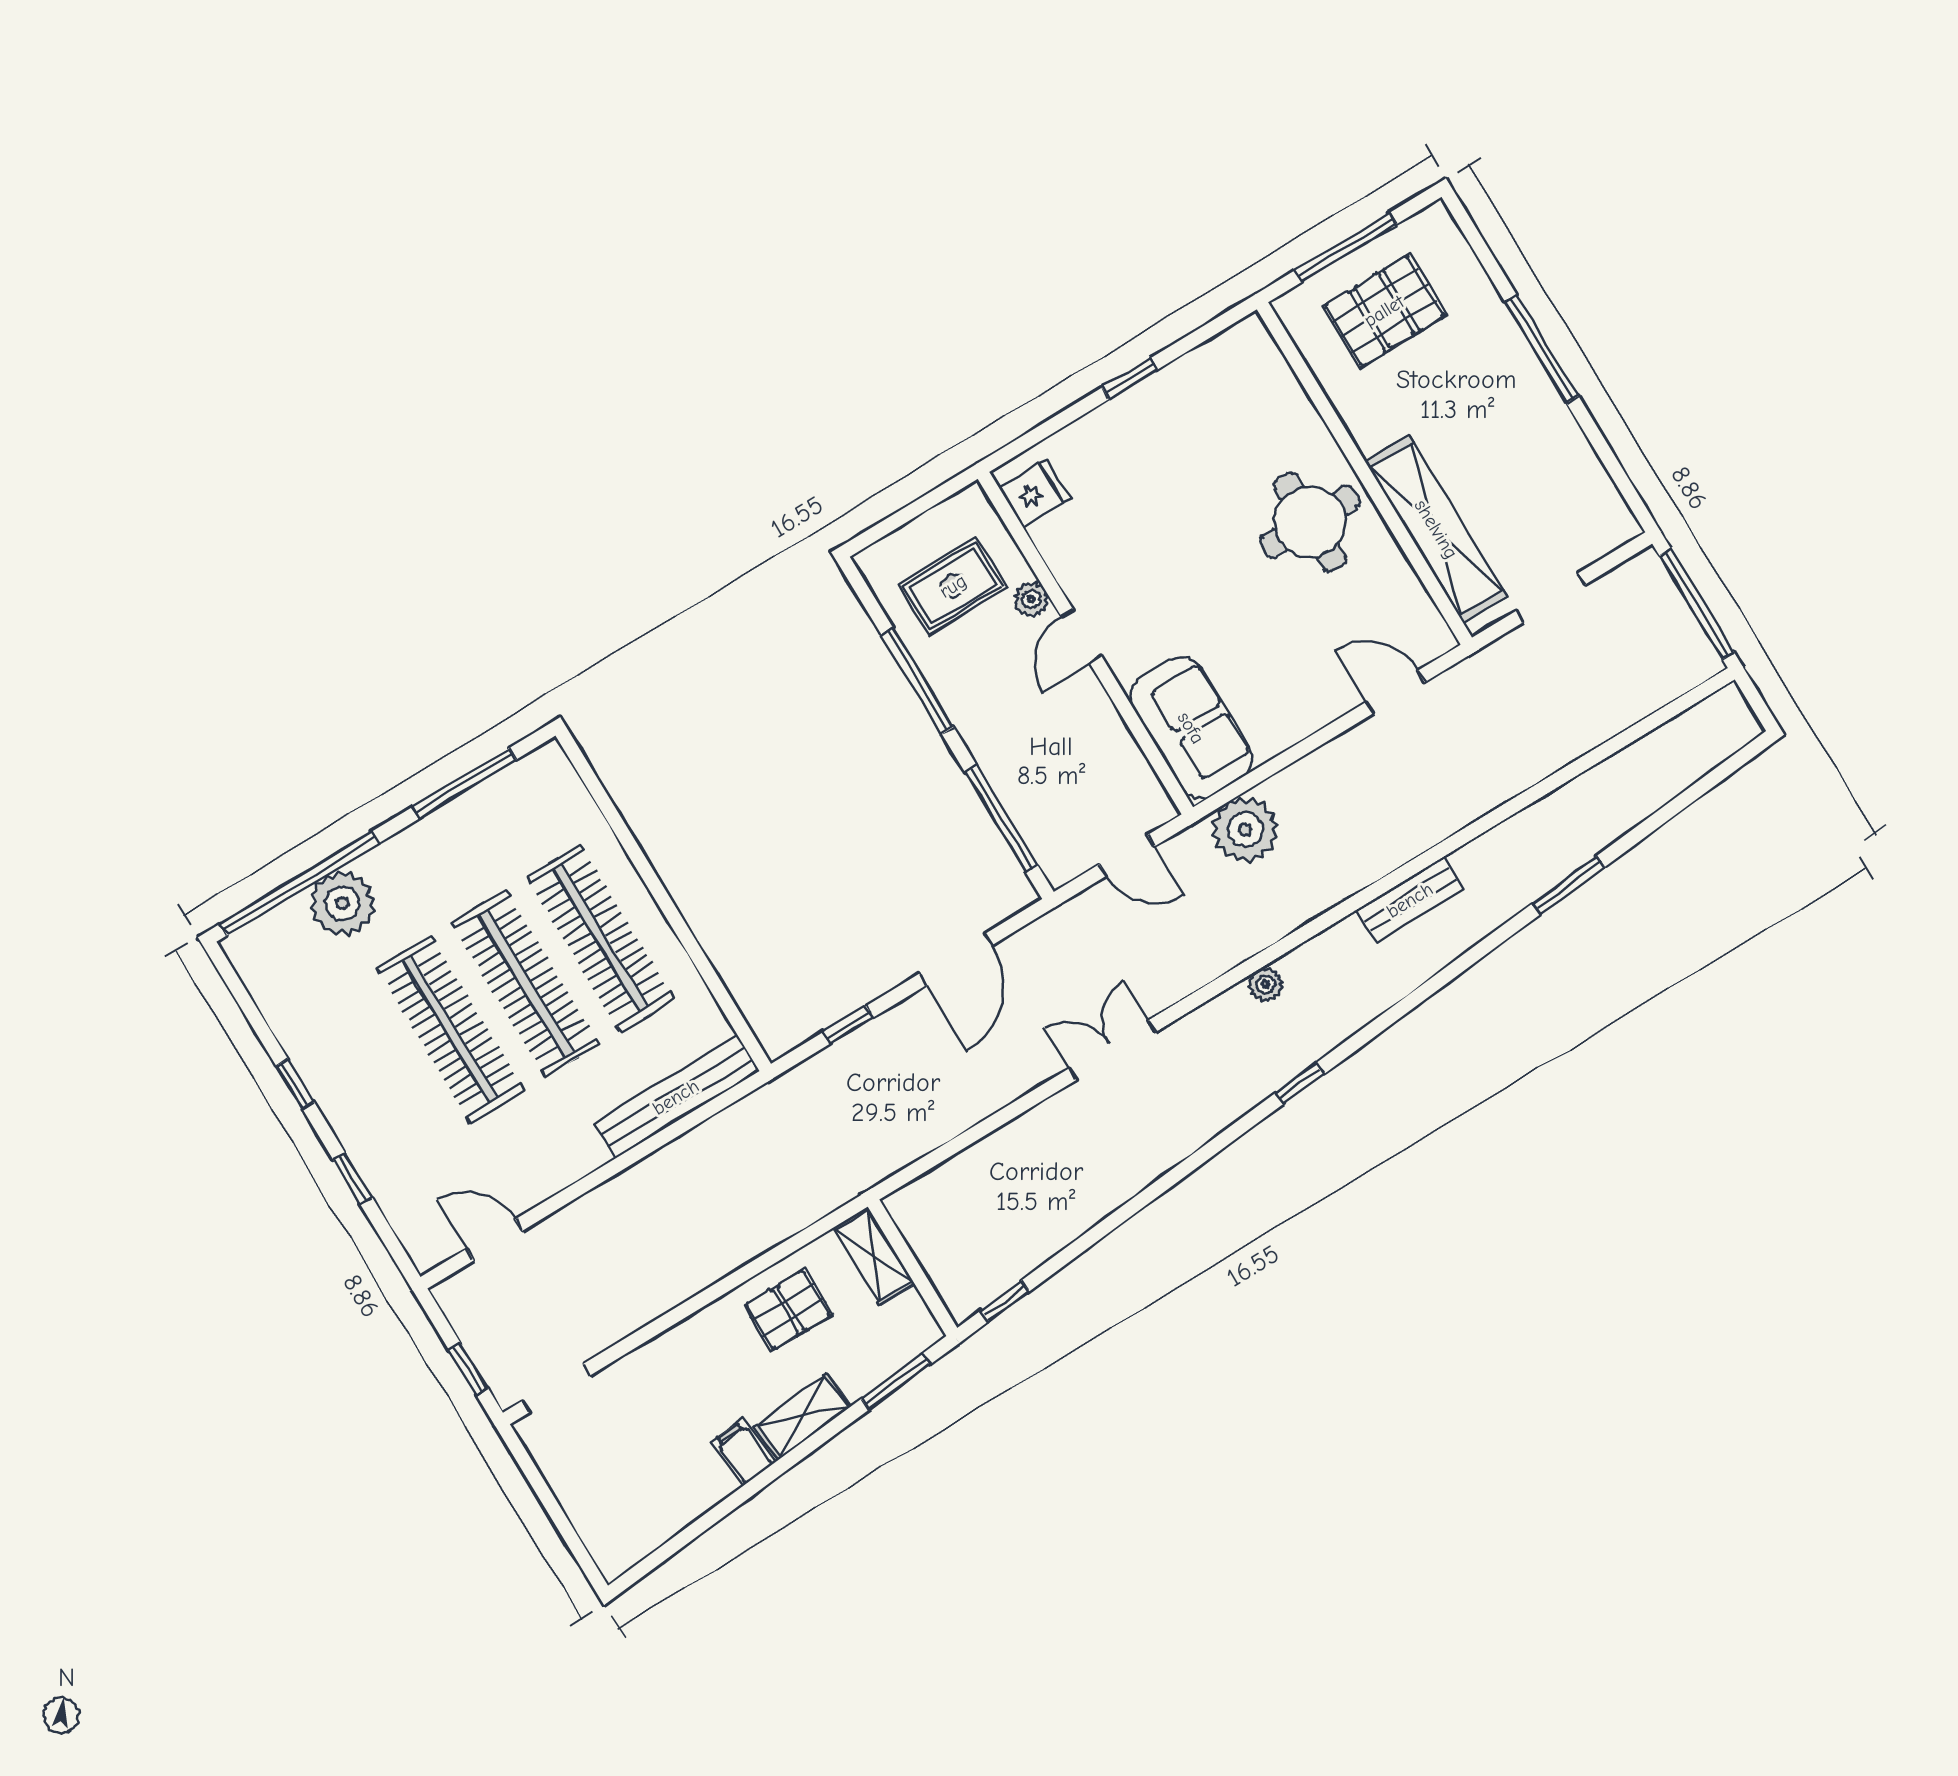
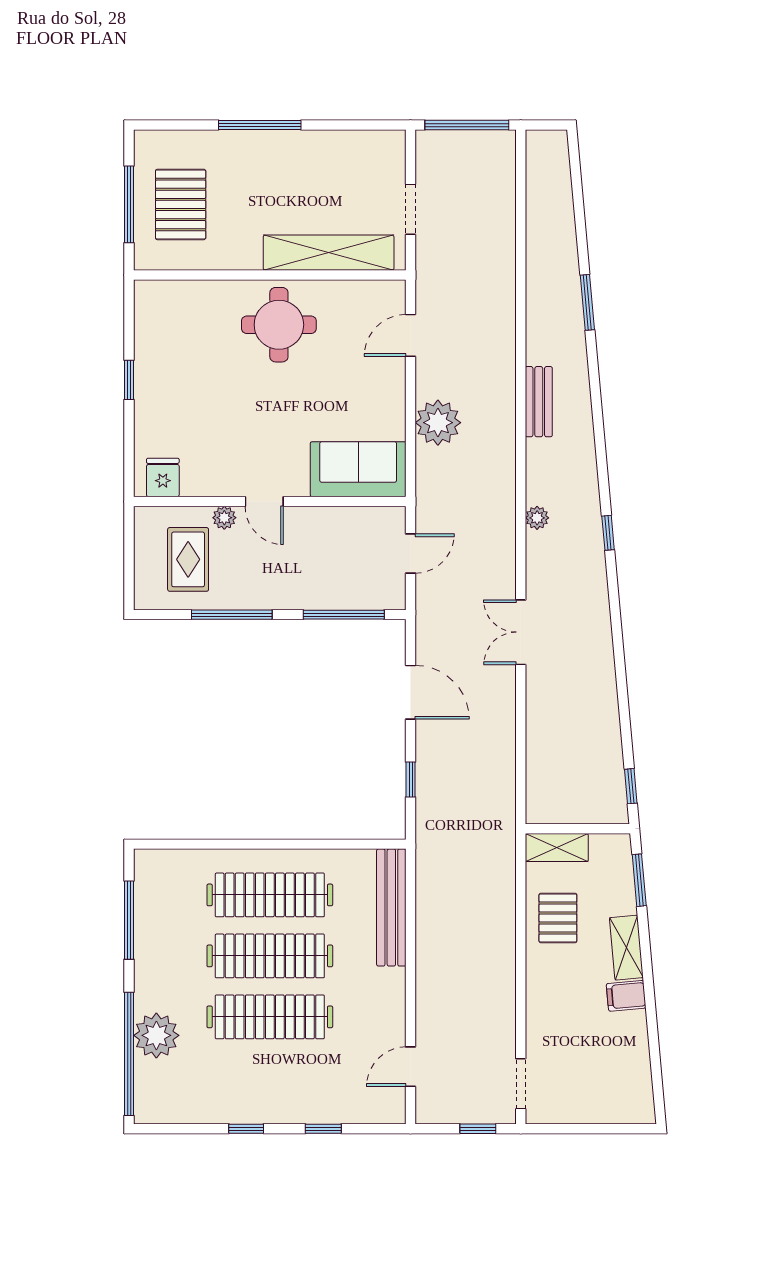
plant: (1245, 830) -> (438, 423), moved

